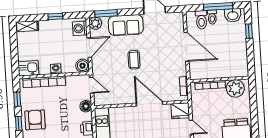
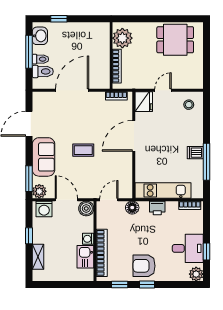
shelving: (27, 26) -> (38, 257), moved
kitchen sink: (28, 68) -> (85, 257), moved

